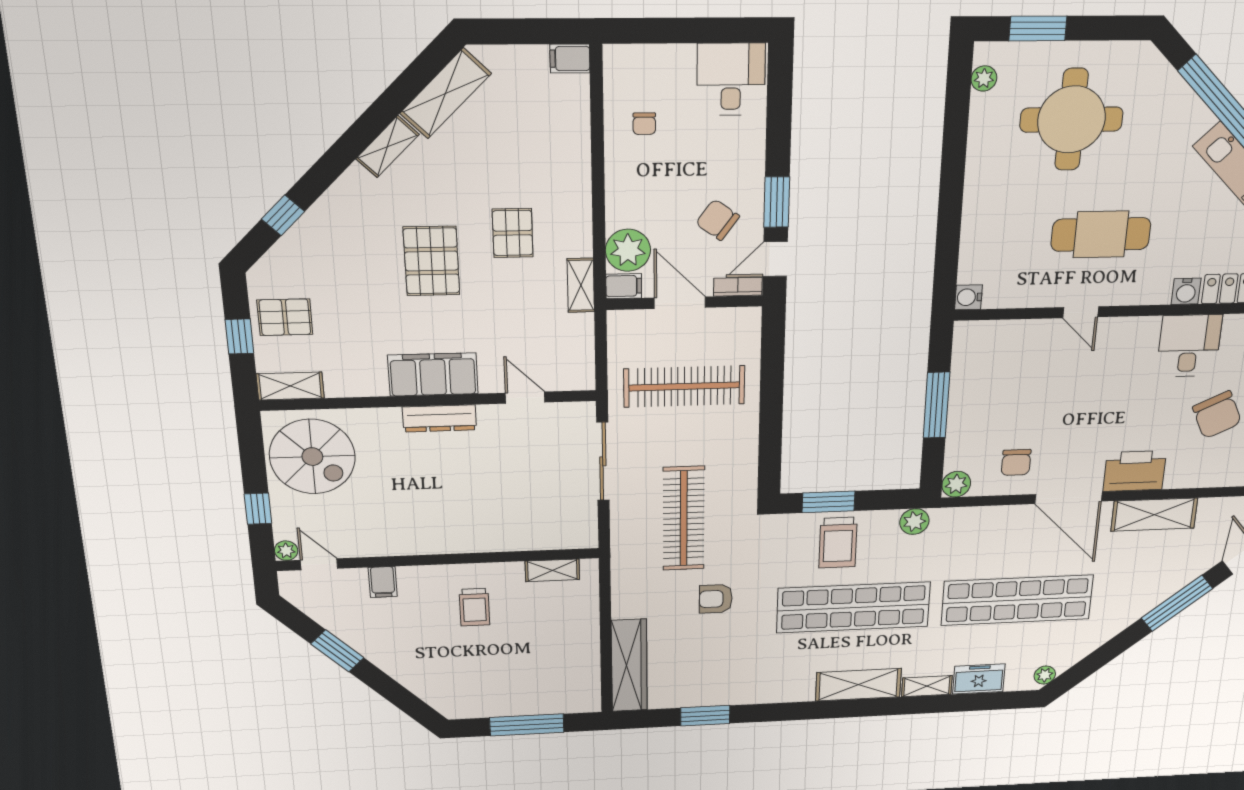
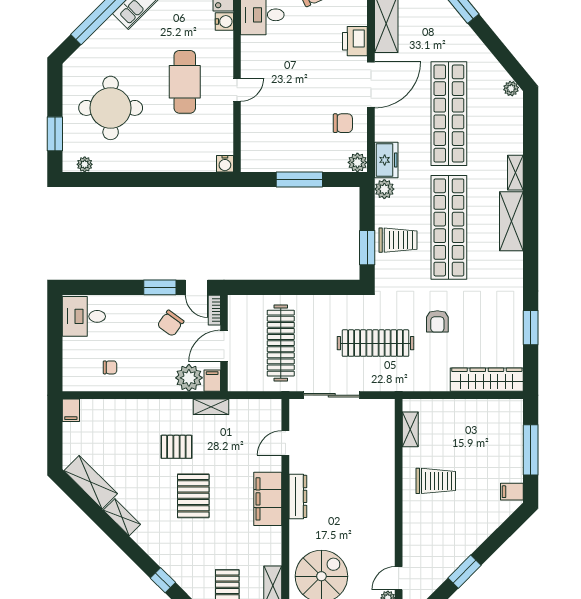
pallet: (431, 261) -> (193, 496), turned 90
printer: (1135, 471) -> (355, 41), width x0.73, depth x0.84
filing cabinet: (383, 582) -> (512, 492), moved, turned 180
trolley: (475, 607) -> (436, 481), width x1.36, depth x1.39
freezer: (979, 679) -> (386, 160), moved, turned 180

